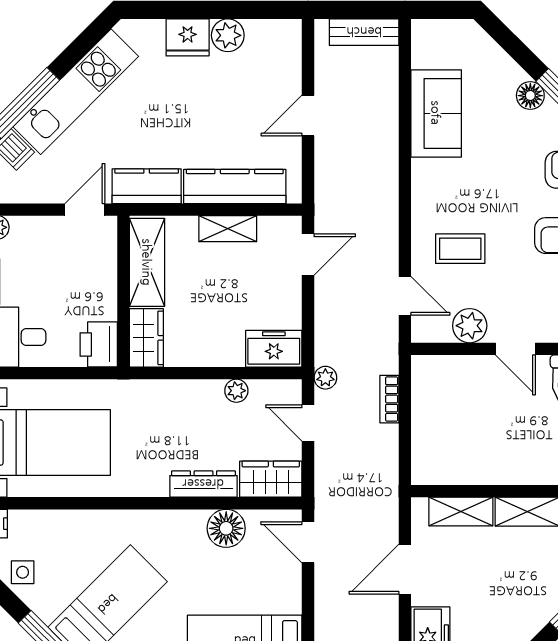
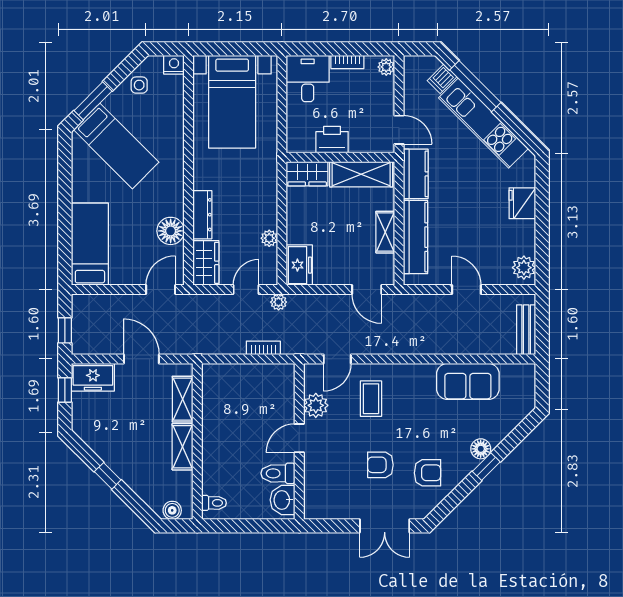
plant: (228, 35) -> (524, 268), moved
printer: (99, 344) -> (332, 140), moved

